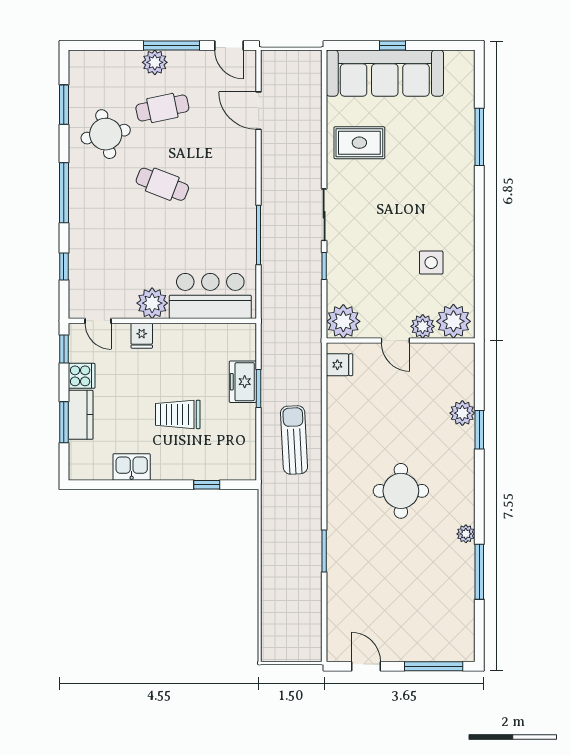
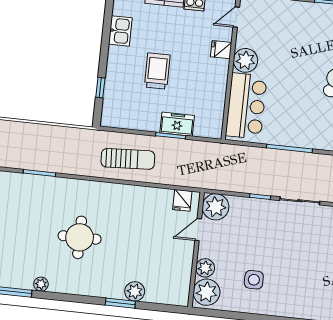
door: (395, 341) -> (198, 230), moved

